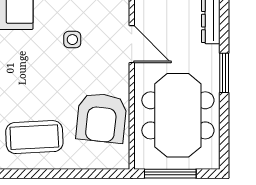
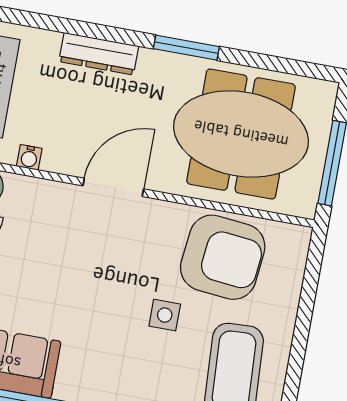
side table: (72, 40) -> (165, 315), moved

